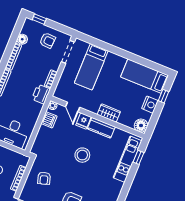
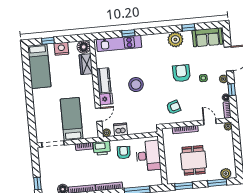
armchair: (47, 40) -> (124, 153), moved
bed: (91, 67) -> (72, 119), moved, turned -90
wardrobe: (109, 113) -> (86, 64), moved
window: (138, 157) -> (128, 33), moved

